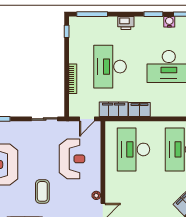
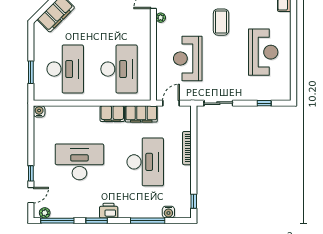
window: (92, 14) -> (148, 221), moved
water cooler: (169, 22) -> (168, 212), moved
printer: (126, 23) -> (109, 211), moved

